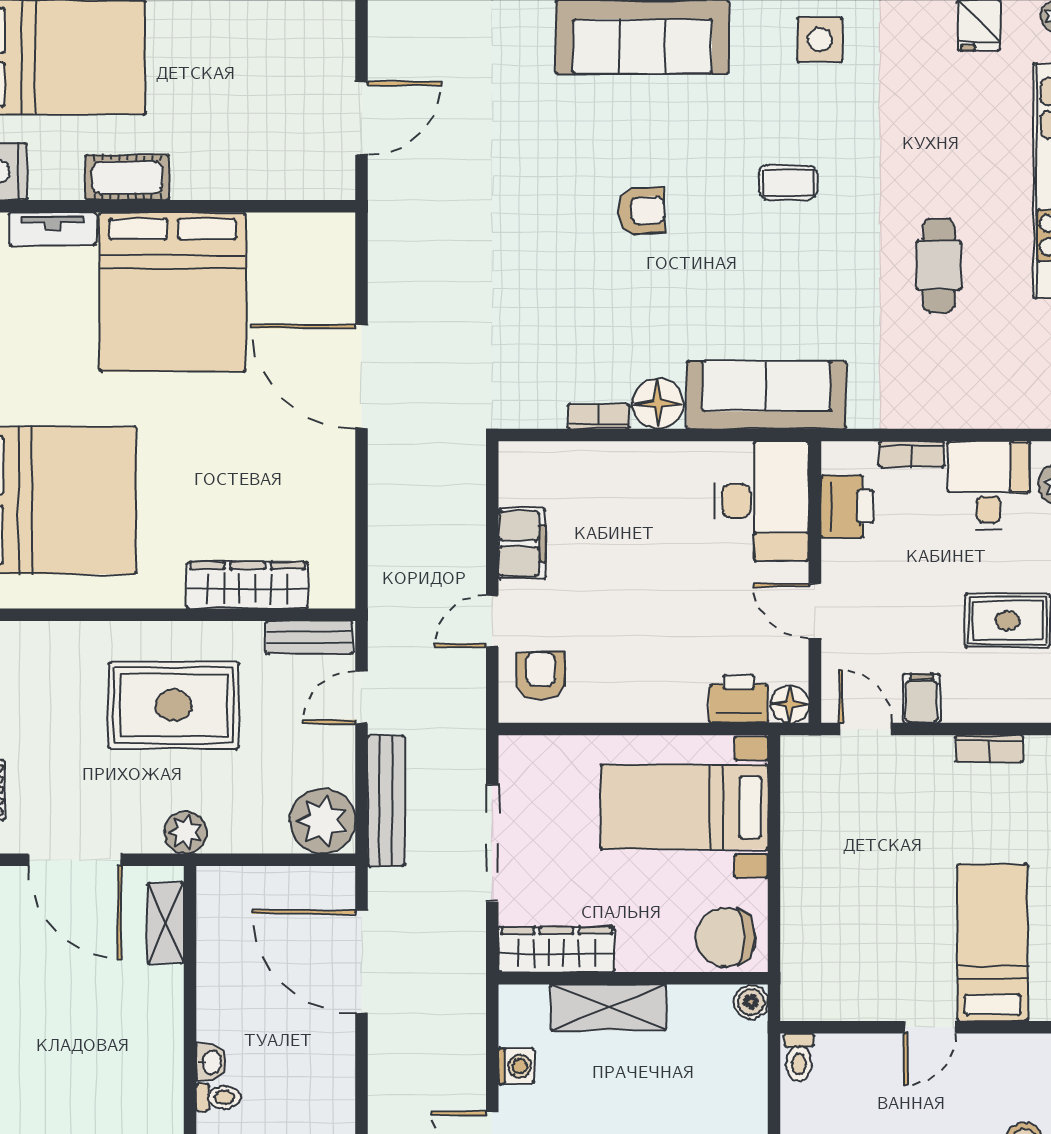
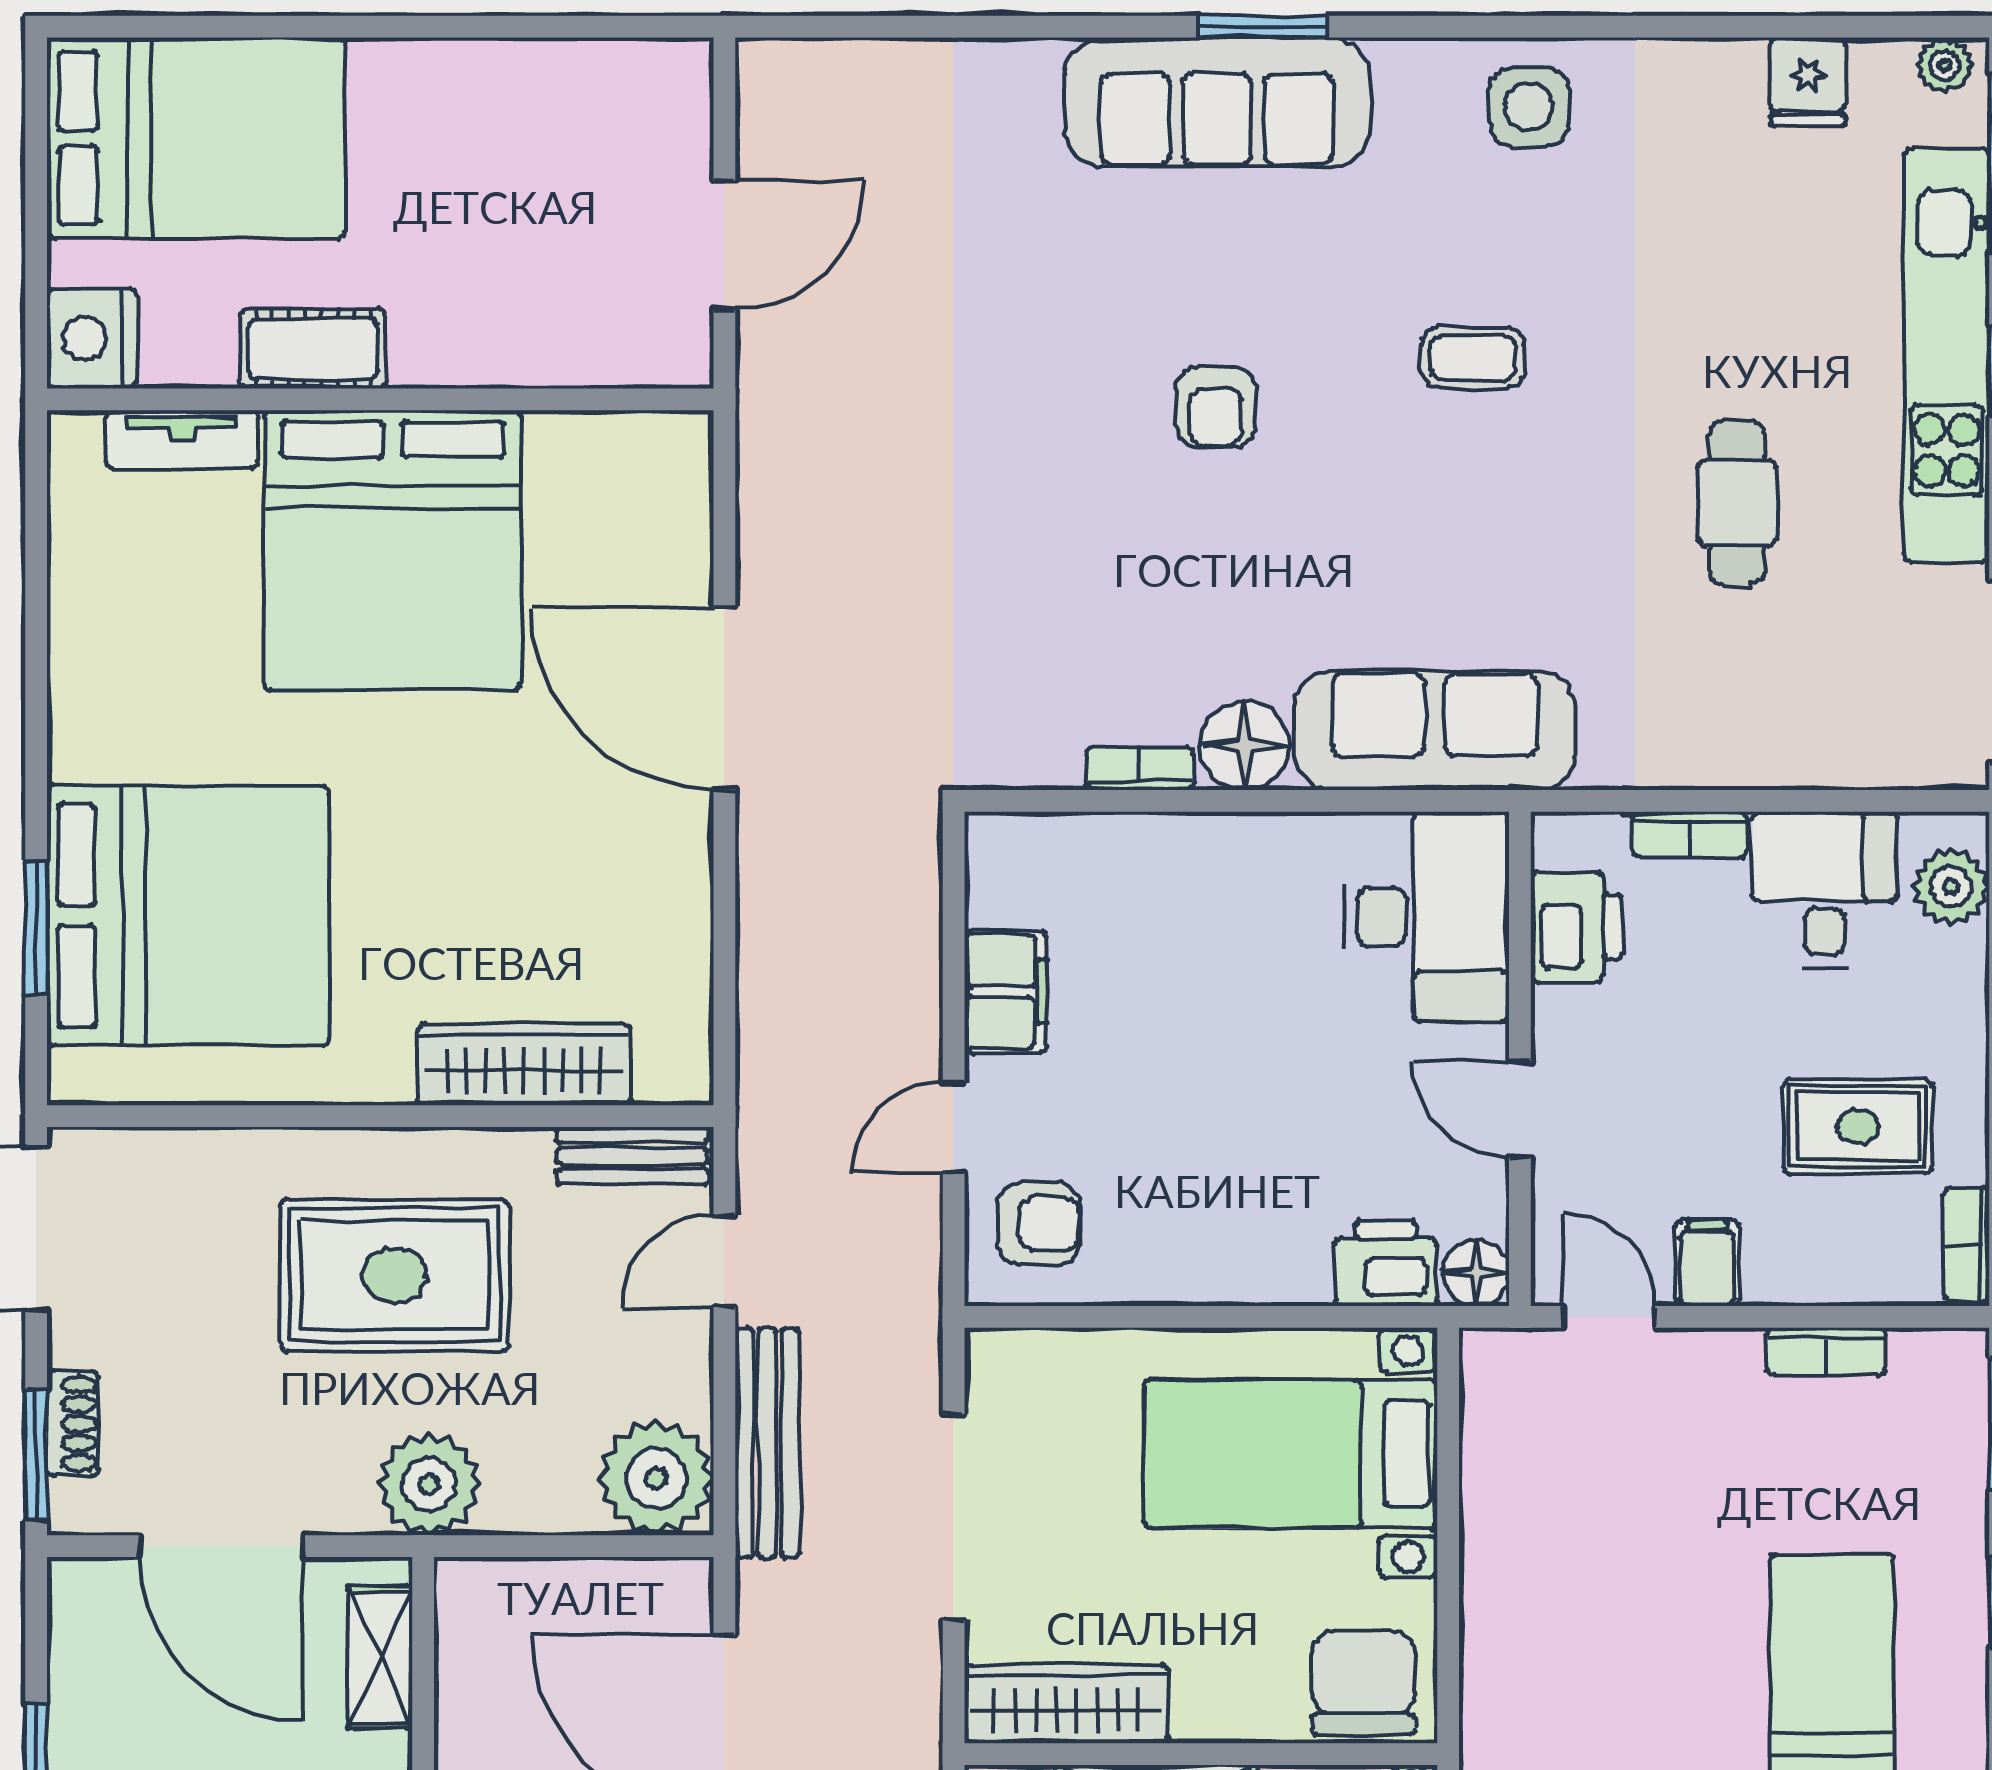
armchair: (641, 211) -> (1215, 407), turned 93
armchair: (541, 676) -> (1039, 1224), turned 90
plant: (186, 832) -> (429, 1484), width x1.36, depth x1.36
chair: (726, 937) -> (1363, 1682), turned 90

